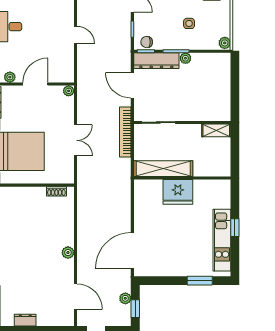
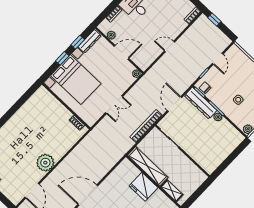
door: (75, 35) -> (169, 46), swing flipped
shelving: (216, 130) -> (172, 191), moved
plant: (68, 253) -> (45, 163), width x1.87, depth x1.87

